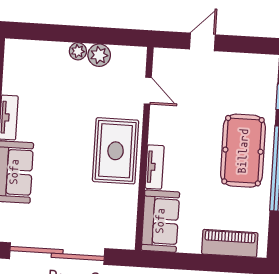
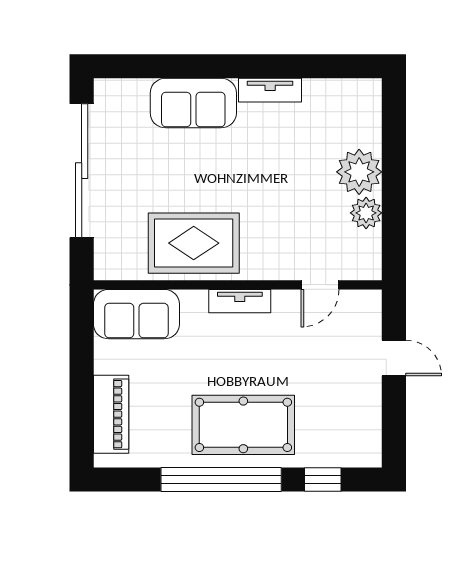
plant: (78, 51) -> (359, 172), width x1.88, depth x1.88
rug: (116, 151) -> (194, 243), moved
tv unit: (155, 167) -> (240, 301), moved

